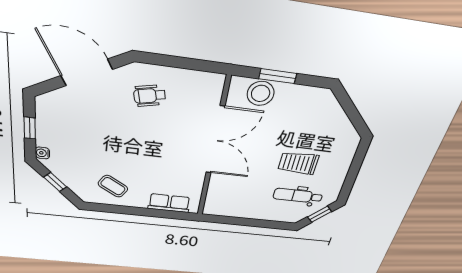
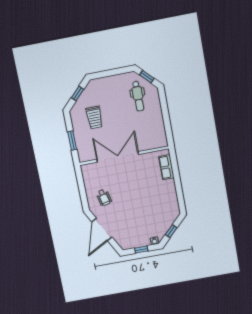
stool: (261, 93) -> (84, 145), removed
window: (352, 112) -> (77, 93), added
trolley: (298, 163) -> (94, 118), moved
coffee table: (113, 186) -> (164, 201), removed

